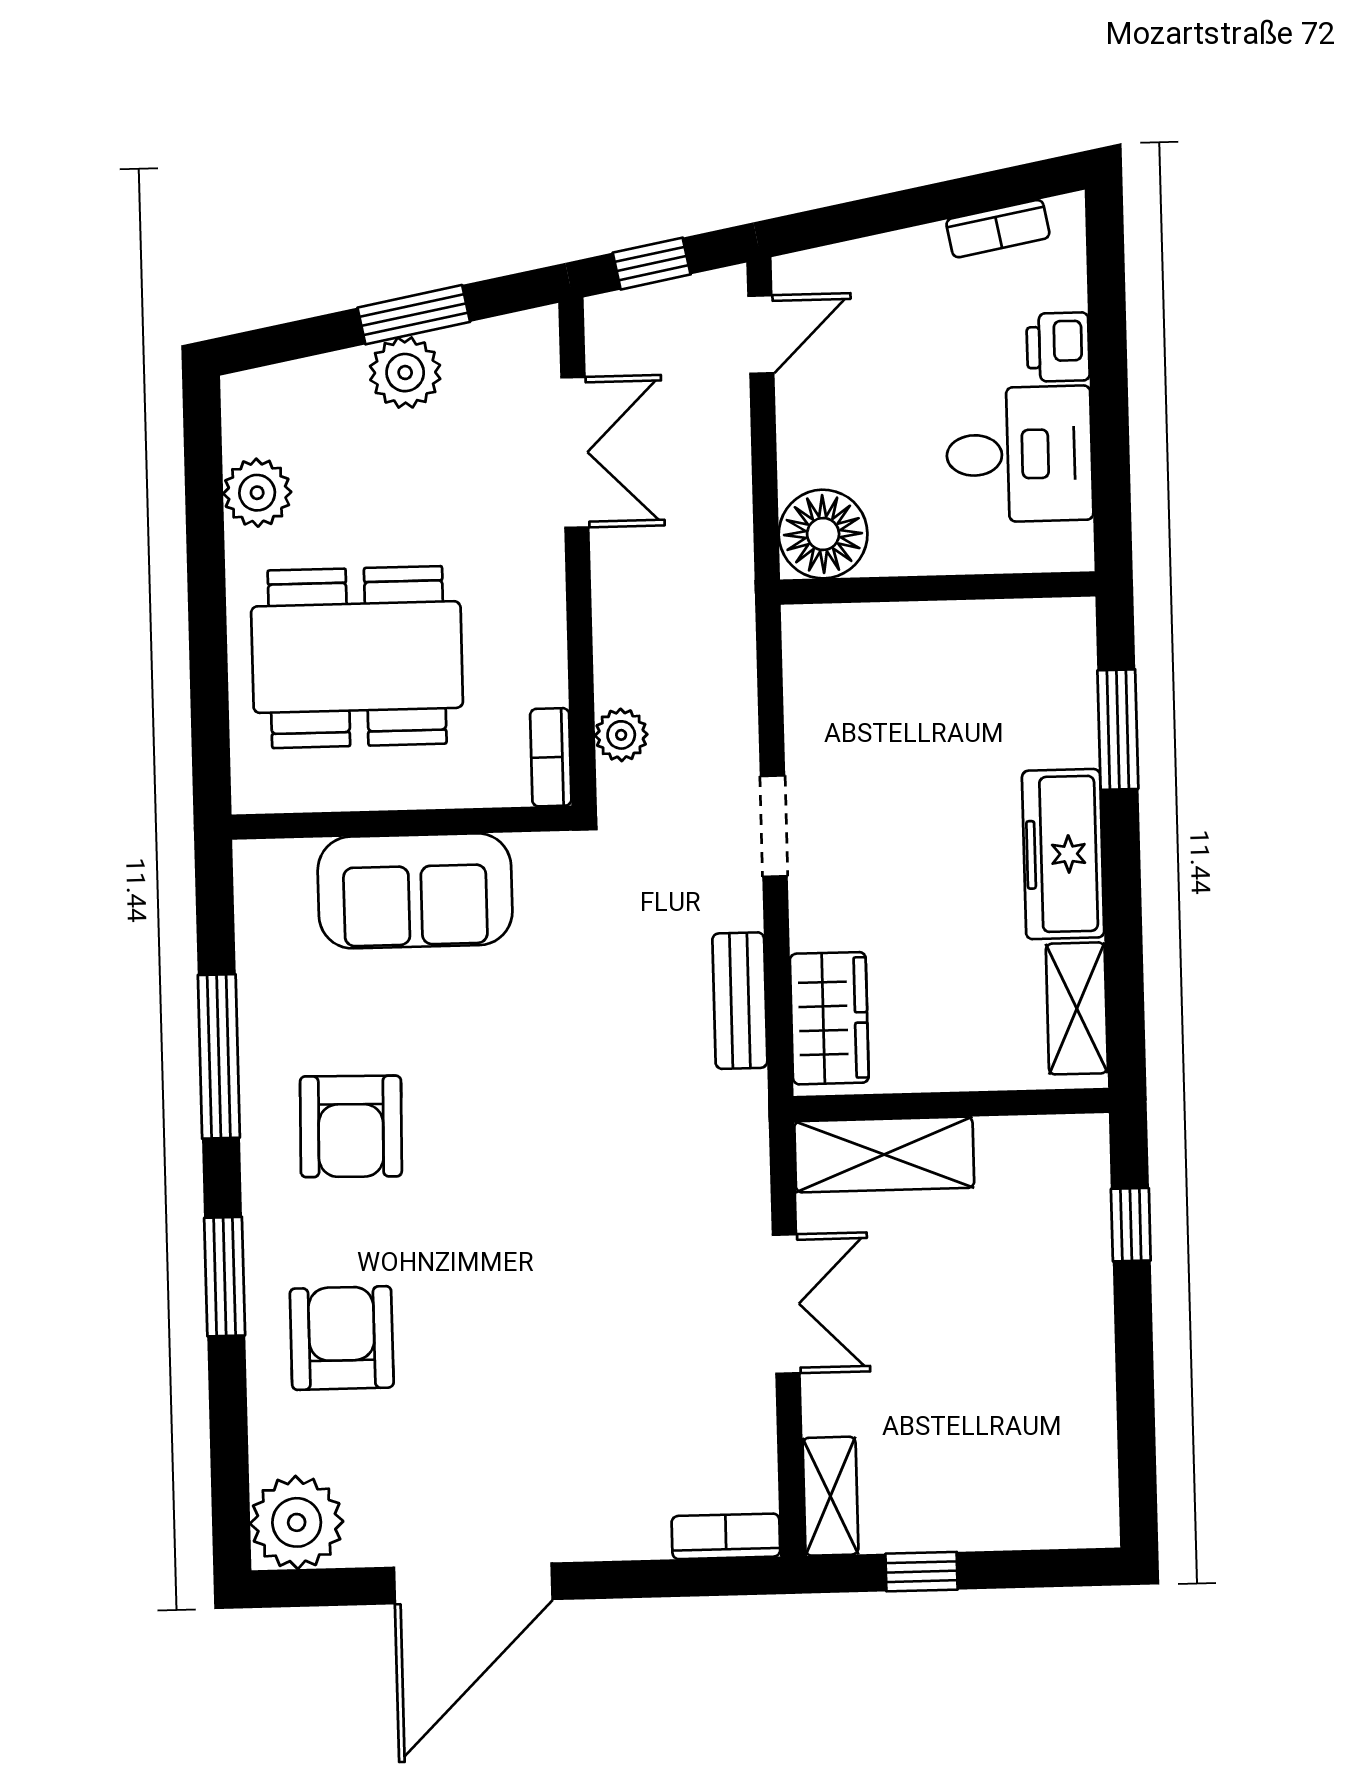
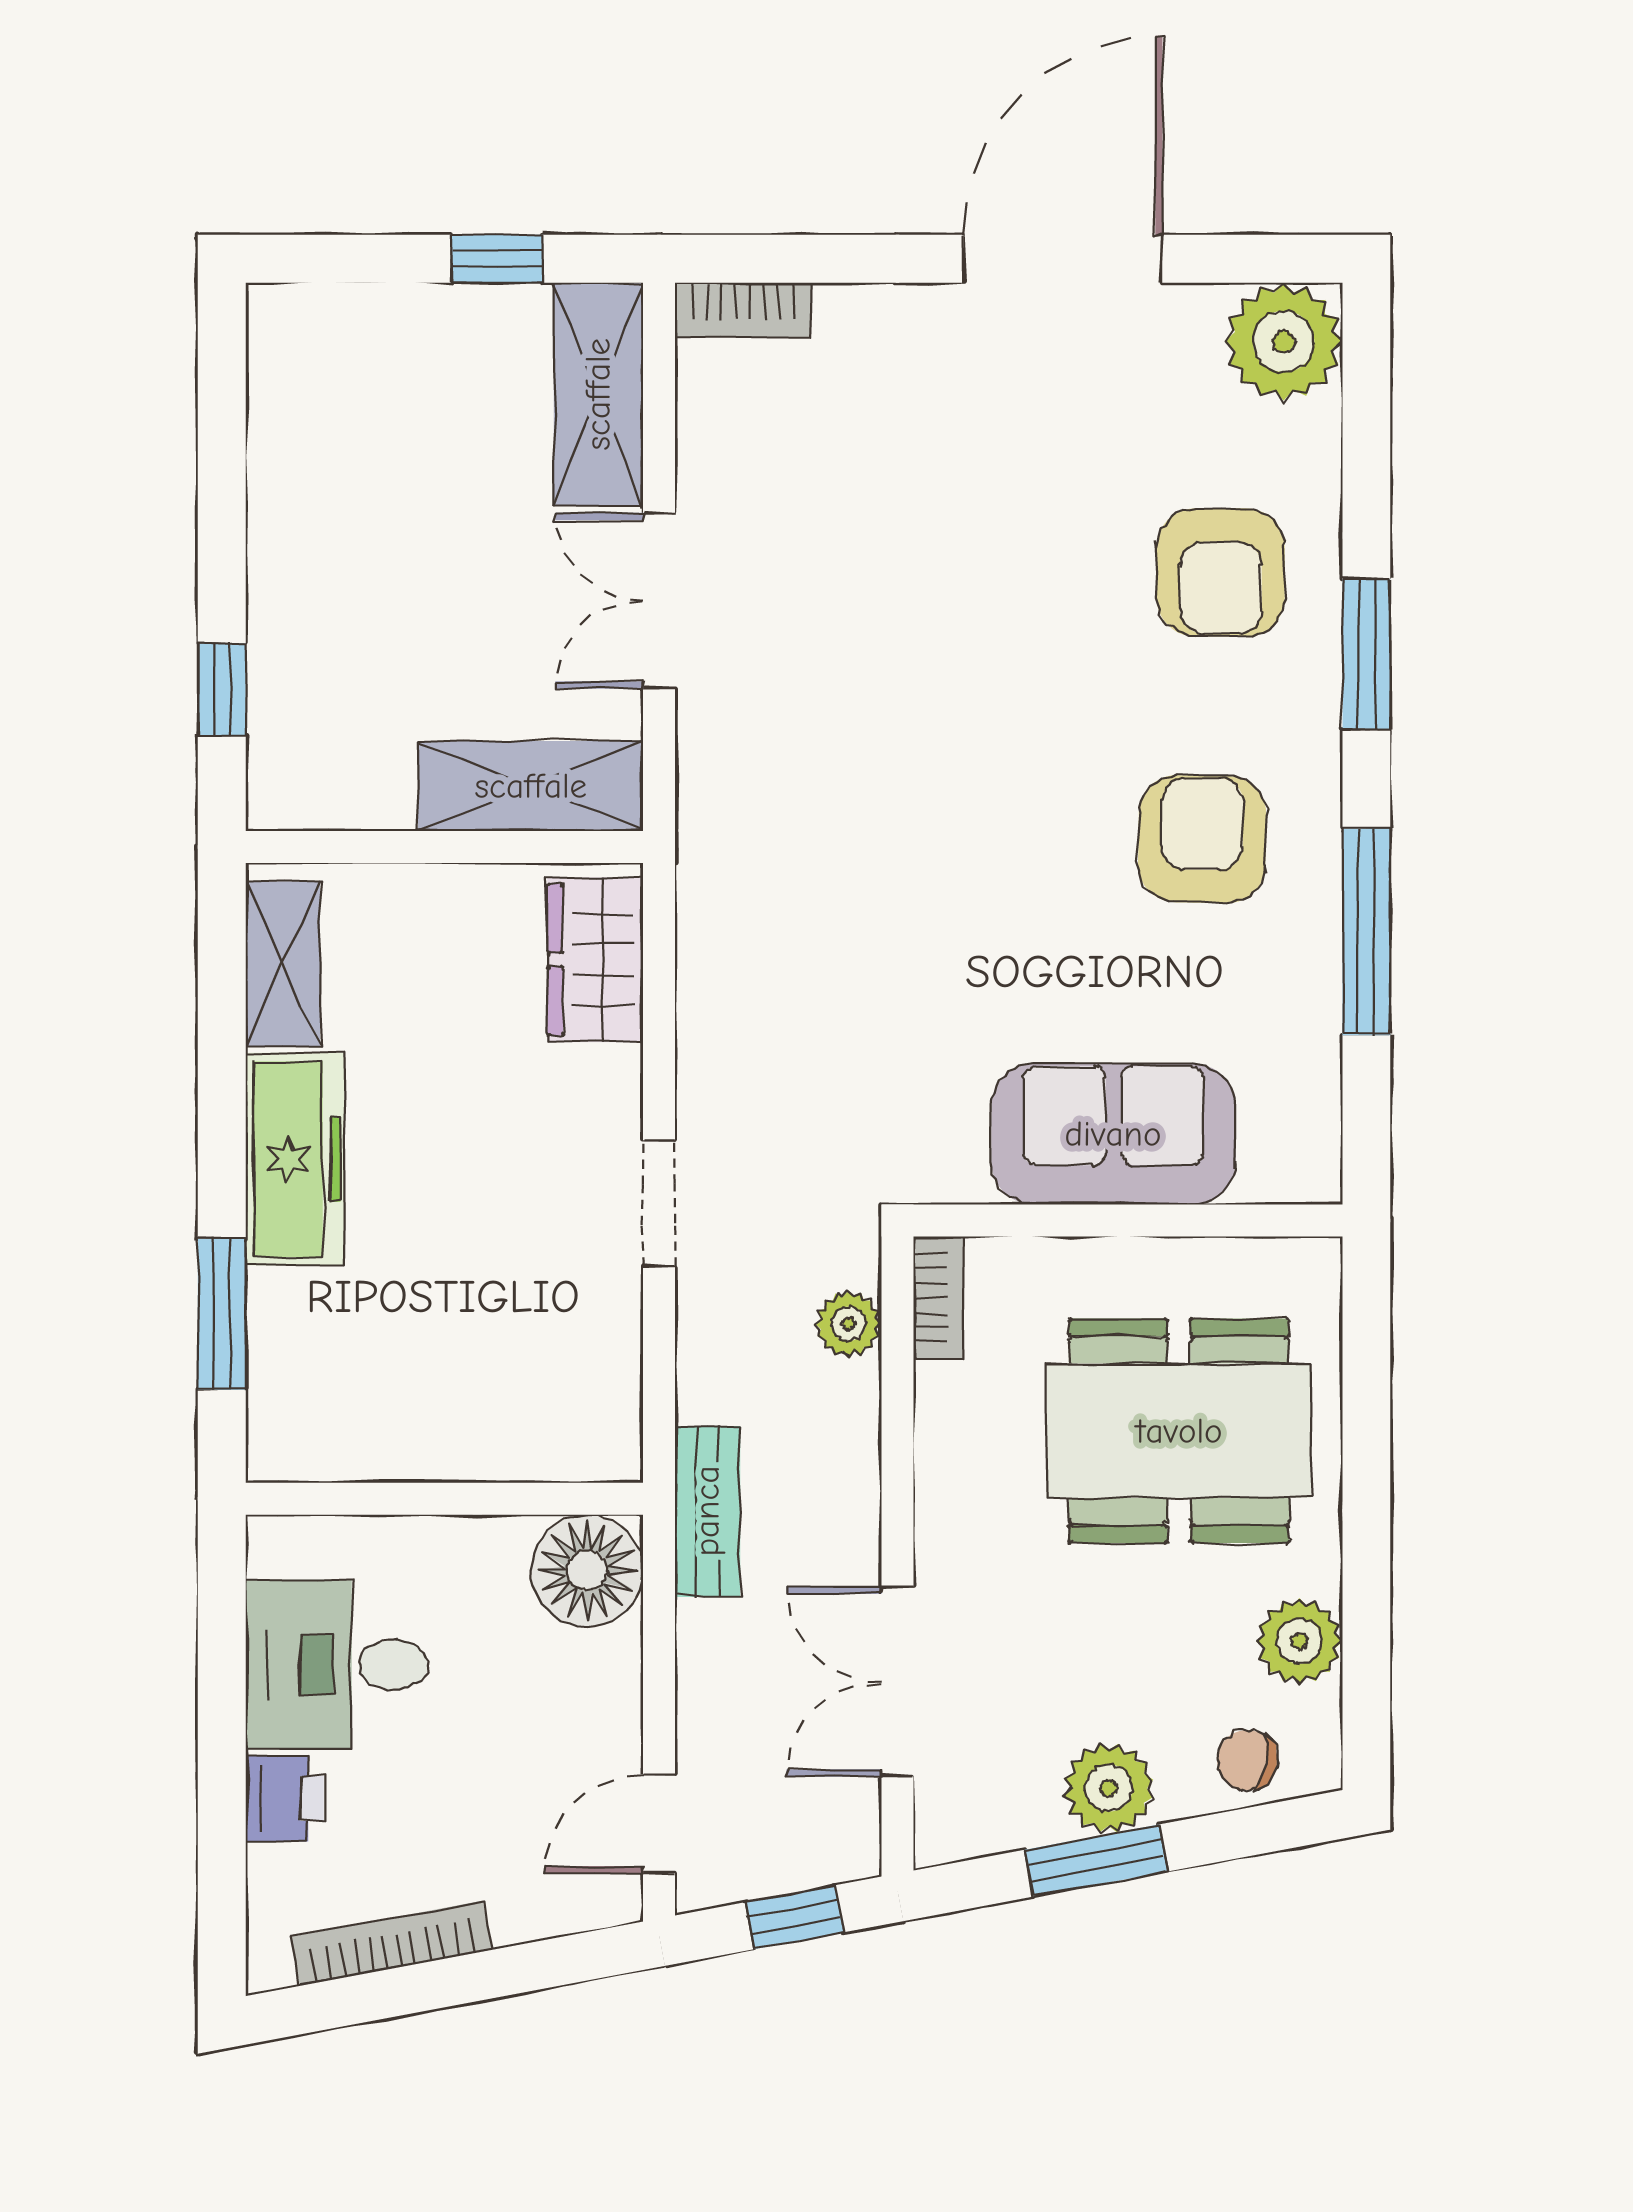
bookcase: (998, 229) -> (391, 1943), width x1.56
chair: (296, 398) -> (1247, 1760), added
bench: (740, 1001) -> (707, 1511), moved
shelving: (830, 1496) -> (598, 394), width x1.50, depth x1.33

